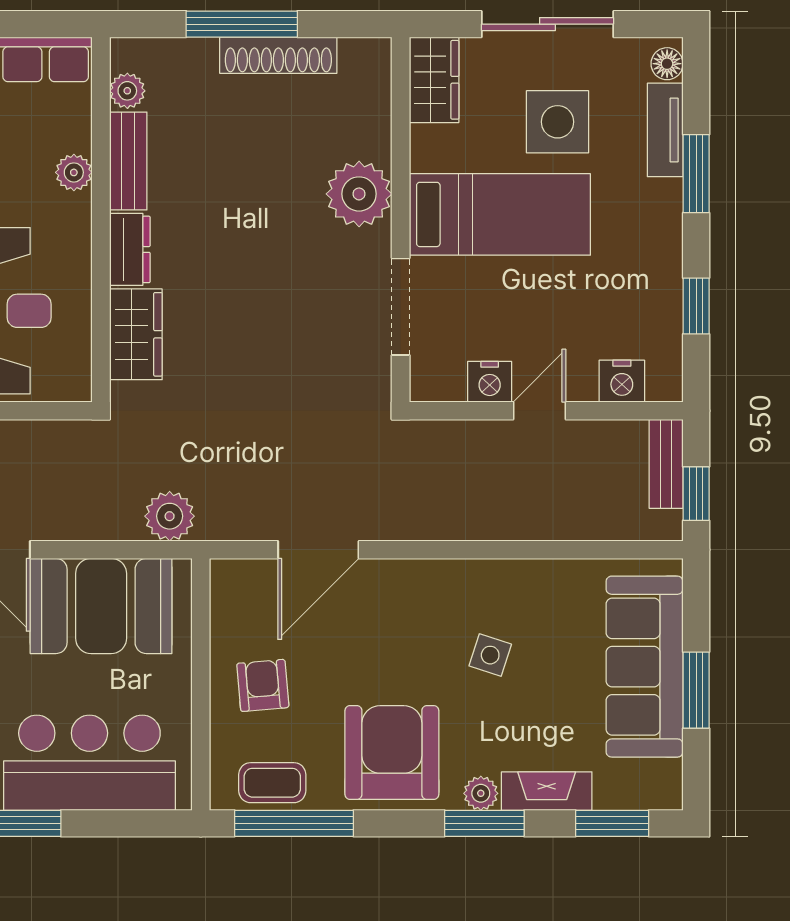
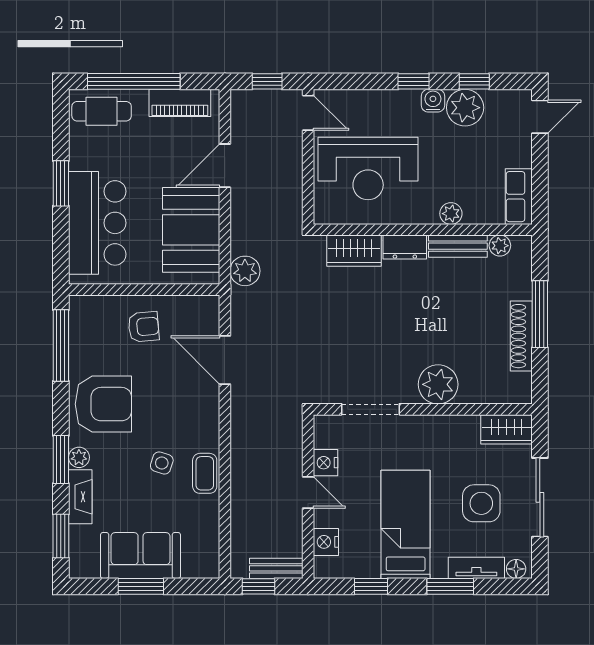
bed: (500, 214) -> (406, 524), moved, turned 180
sofa: (645, 667) -> (141, 555), width x0.73
coffee table: (272, 783) -> (205, 473), moved

